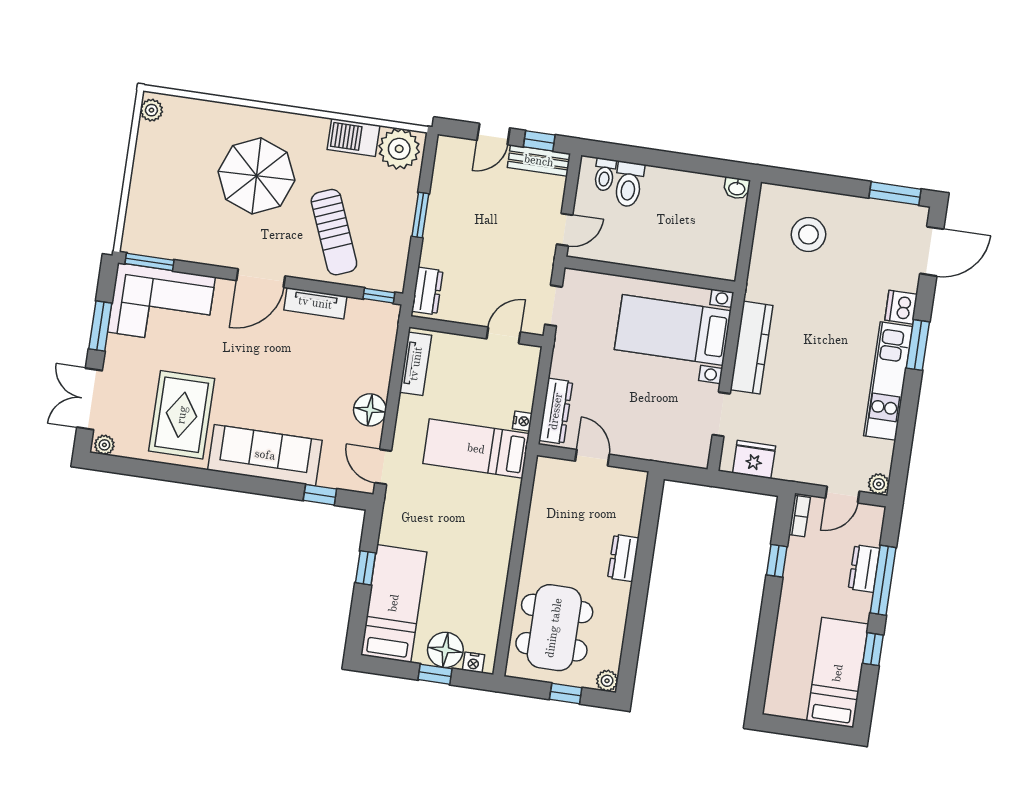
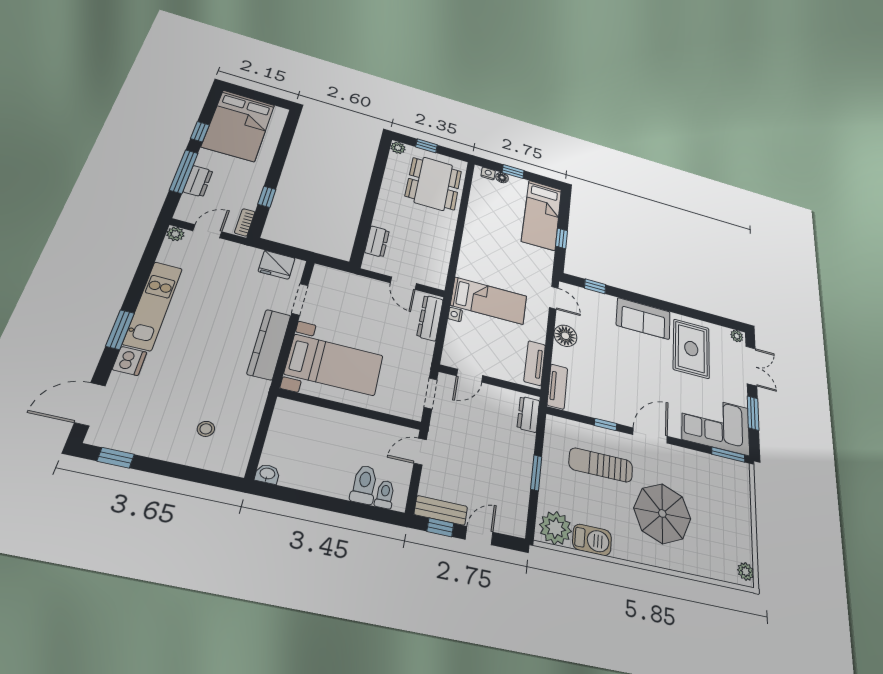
window: (895, 193) -> (116, 458), width x0.67
sun lounger: (334, 232) -> (601, 465), turned -68
stool: (808, 234) -> (206, 429), width x0.53, depth x0.53
window: (379, 296) -> (606, 424), moved
tv unit: (315, 303) -> (557, 387), moved, turned 90
sofa: (265, 455) -> (643, 318), width x0.73
dresser: (623, 558) -> (377, 242), moved
floor lamp: (445, 650) -> (502, 178), width x0.53, depth x0.53
bed: (838, 673) -> (238, 126), width x1.50

